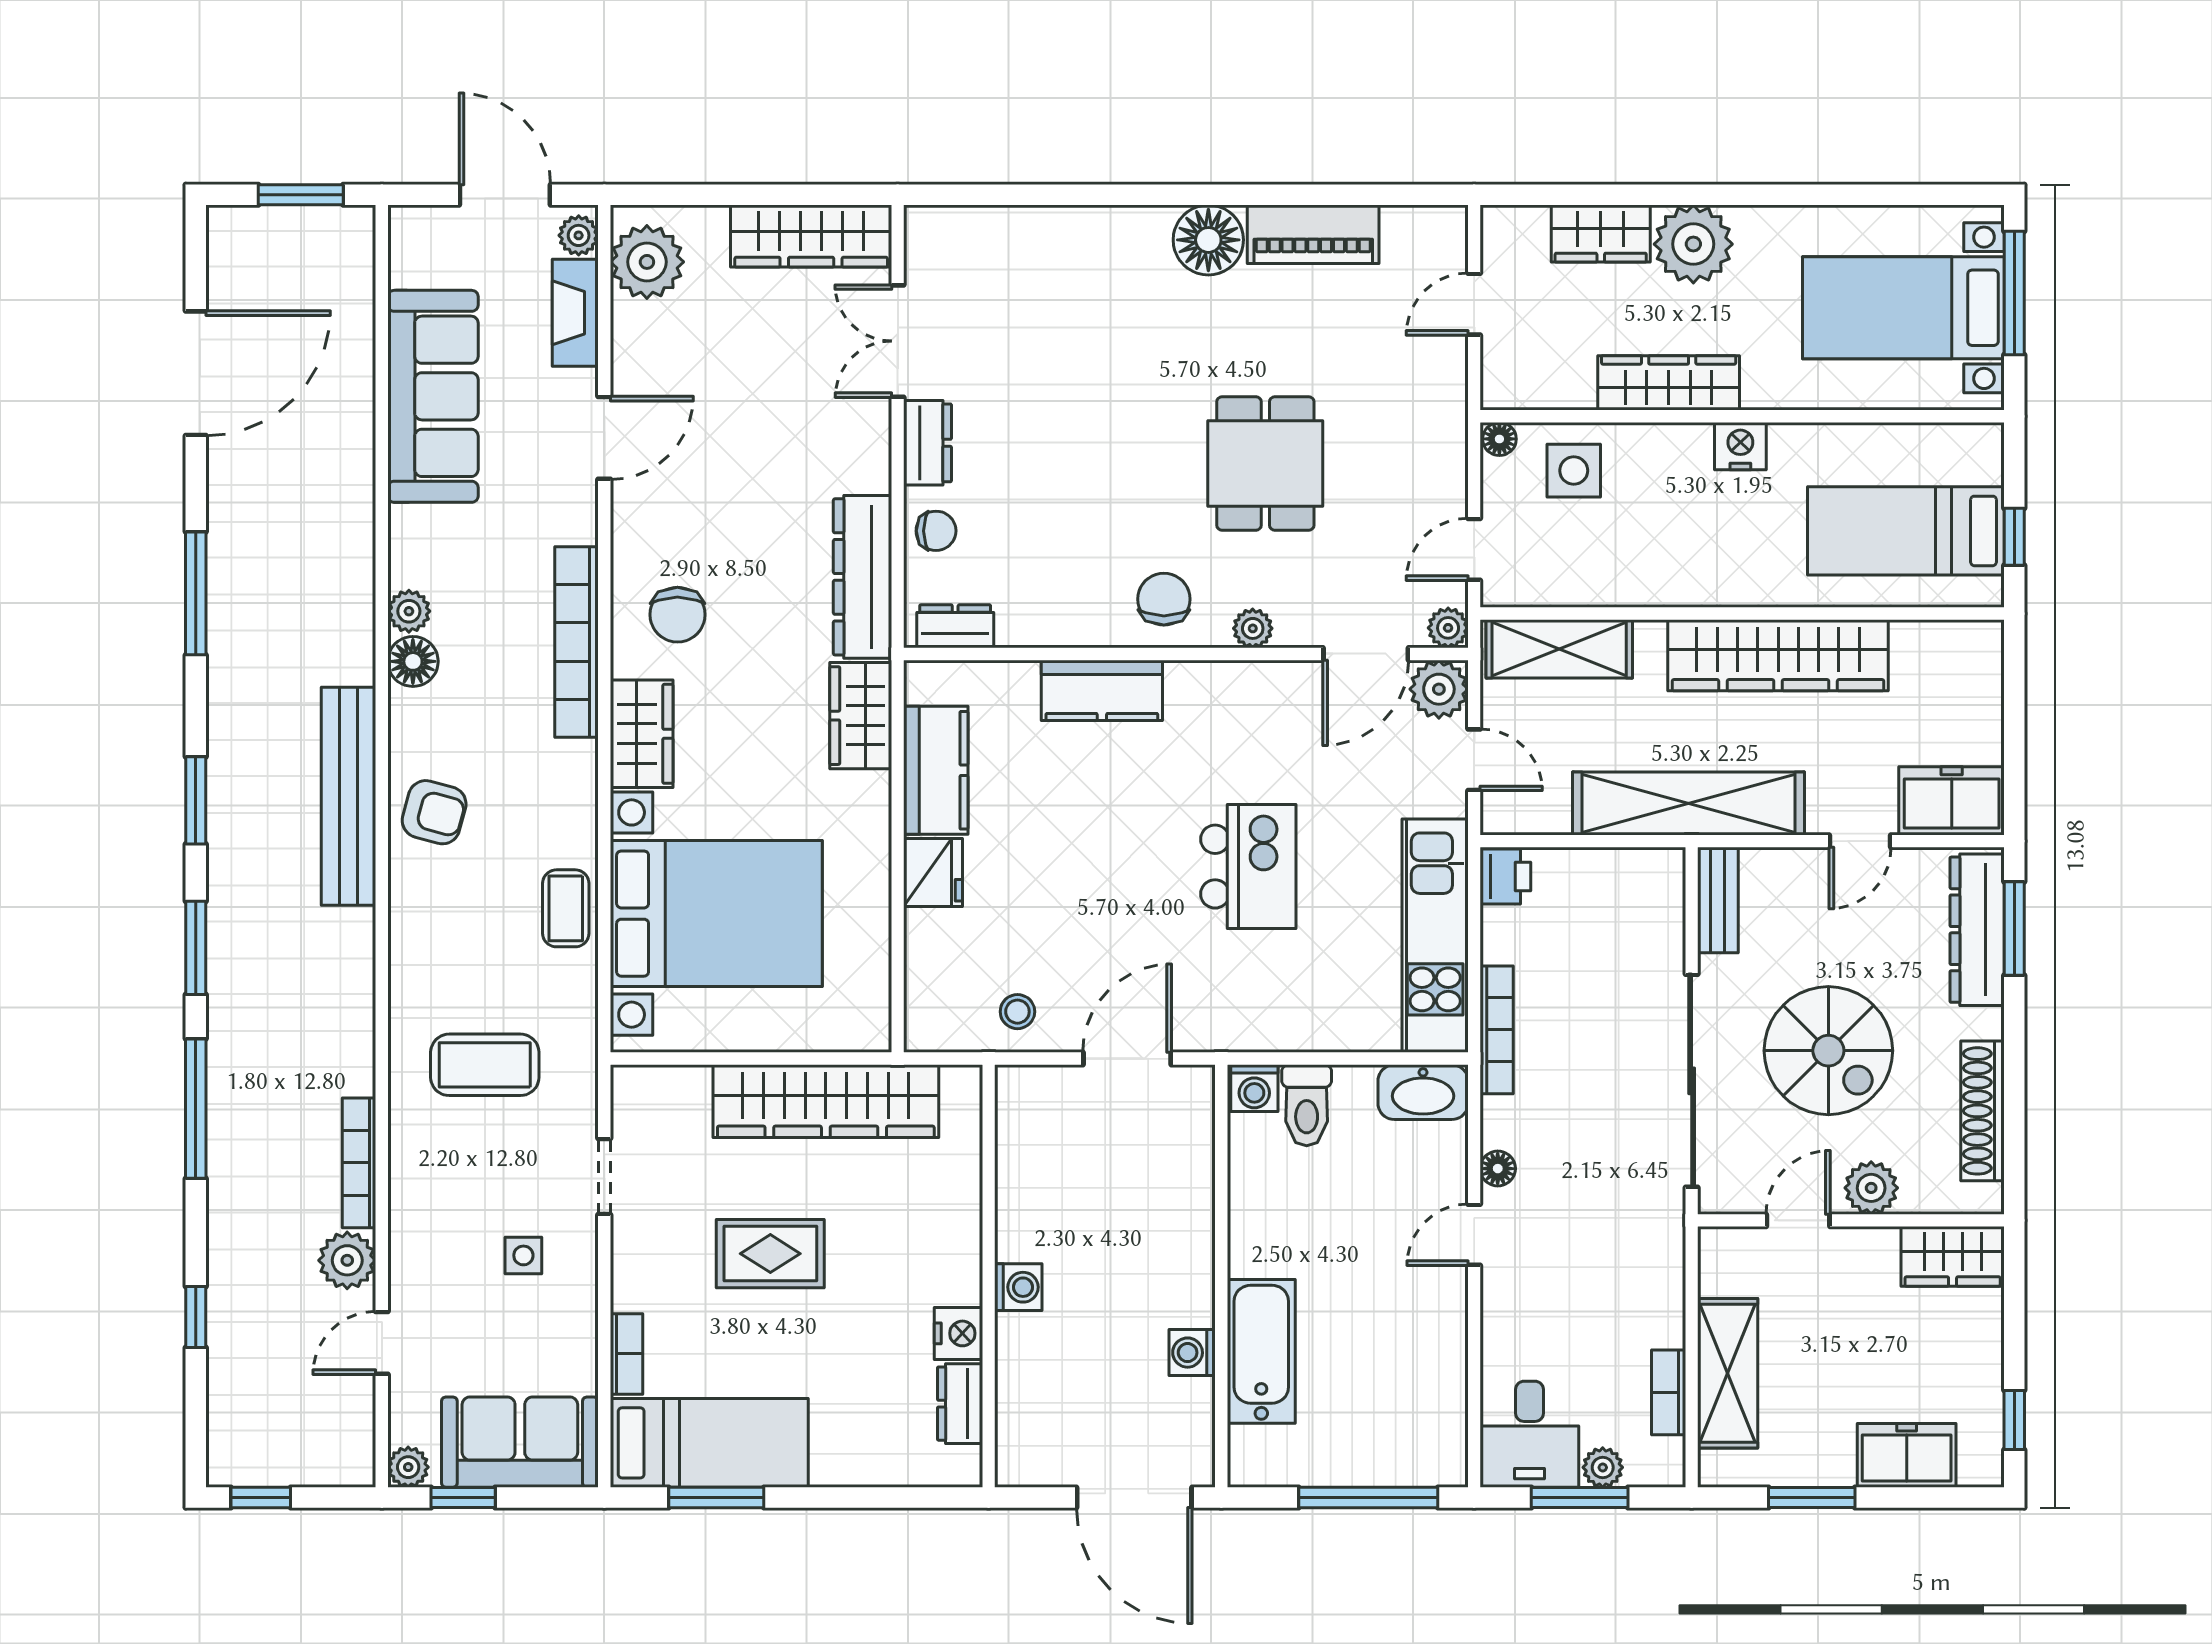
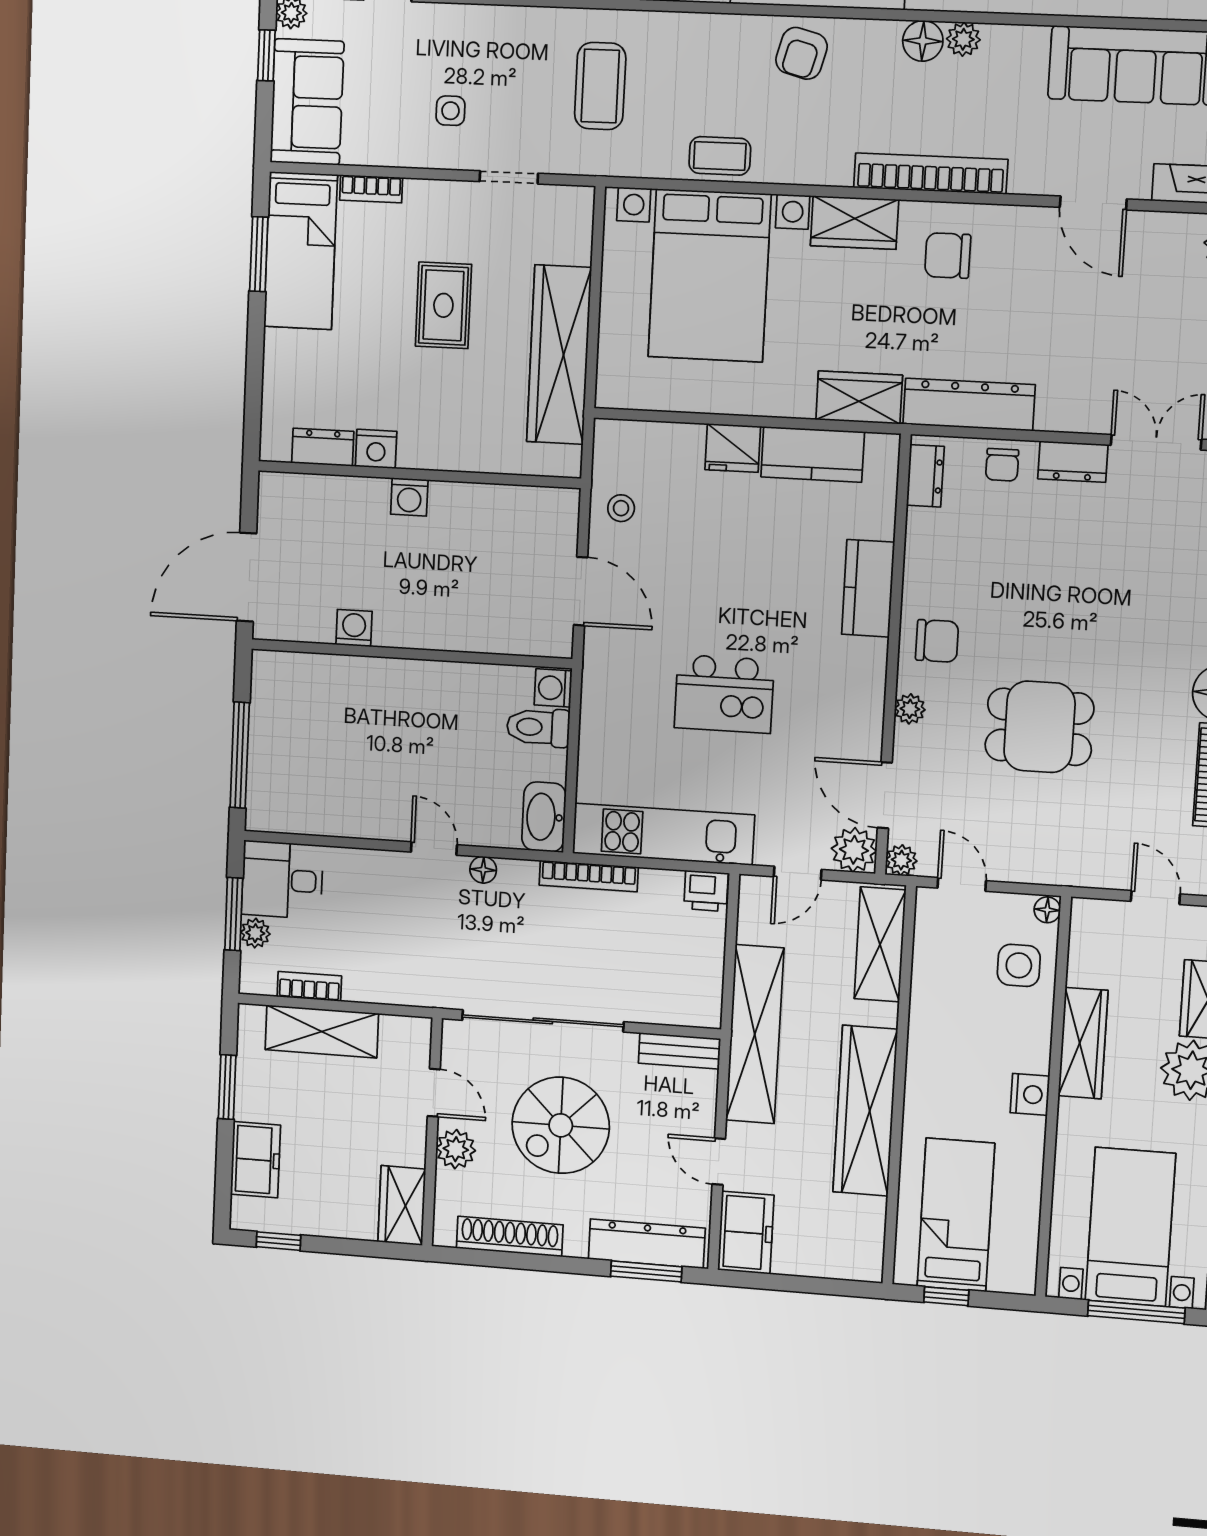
bathtub: (1261, 1351) -> (353, 681), removed

